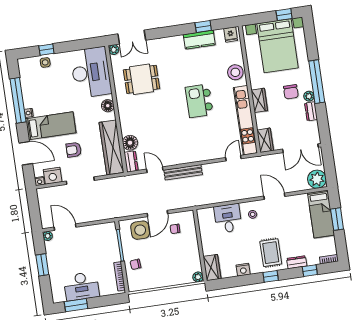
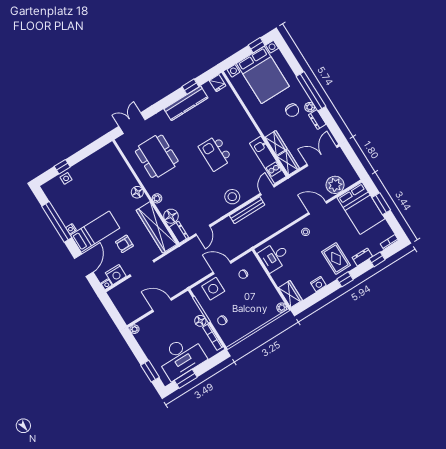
double door: (132, 37) -> (132, 123), swing flipped
kitchen counter: (199, 40) -> (186, 103), width x1.50
plant: (114, 50) -> (157, 198), moved
desk: (91, 72) -> (110, 170), removed
stool: (235, 72) -> (232, 197), moved
dining table: (142, 79) -> (157, 156), width x1.38
wardrobe: (259, 100) -> (276, 143), moved
kitchen unit: (245, 120) -> (268, 160), width x0.73
double door: (300, 148) -> (322, 156), swing flipped
door: (26, 153) -> (84, 265), hinge flipped
door: (155, 170) -> (203, 230), swing flipped
bench: (183, 172) -> (247, 210), moved
plant: (317, 179) -> (335, 185), moved
door: (157, 214) -> (222, 268), swing flipped
bed: (321, 214) -> (361, 208), width x1.50
desk: (228, 218) -> (274, 257), moved, turned -90
door: (65, 227) -> (162, 305), moved
floor lamp: (114, 256) -> (200, 321), added
window: (42, 265) -> (150, 371), moved
desk: (81, 286) -> (181, 357), width x1.36, depth x1.30

